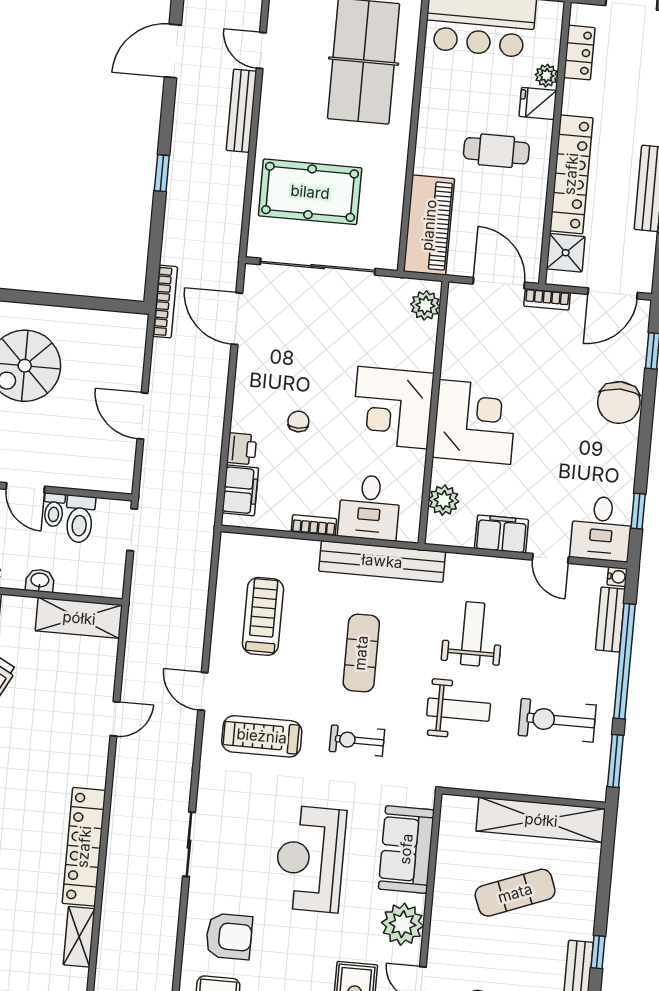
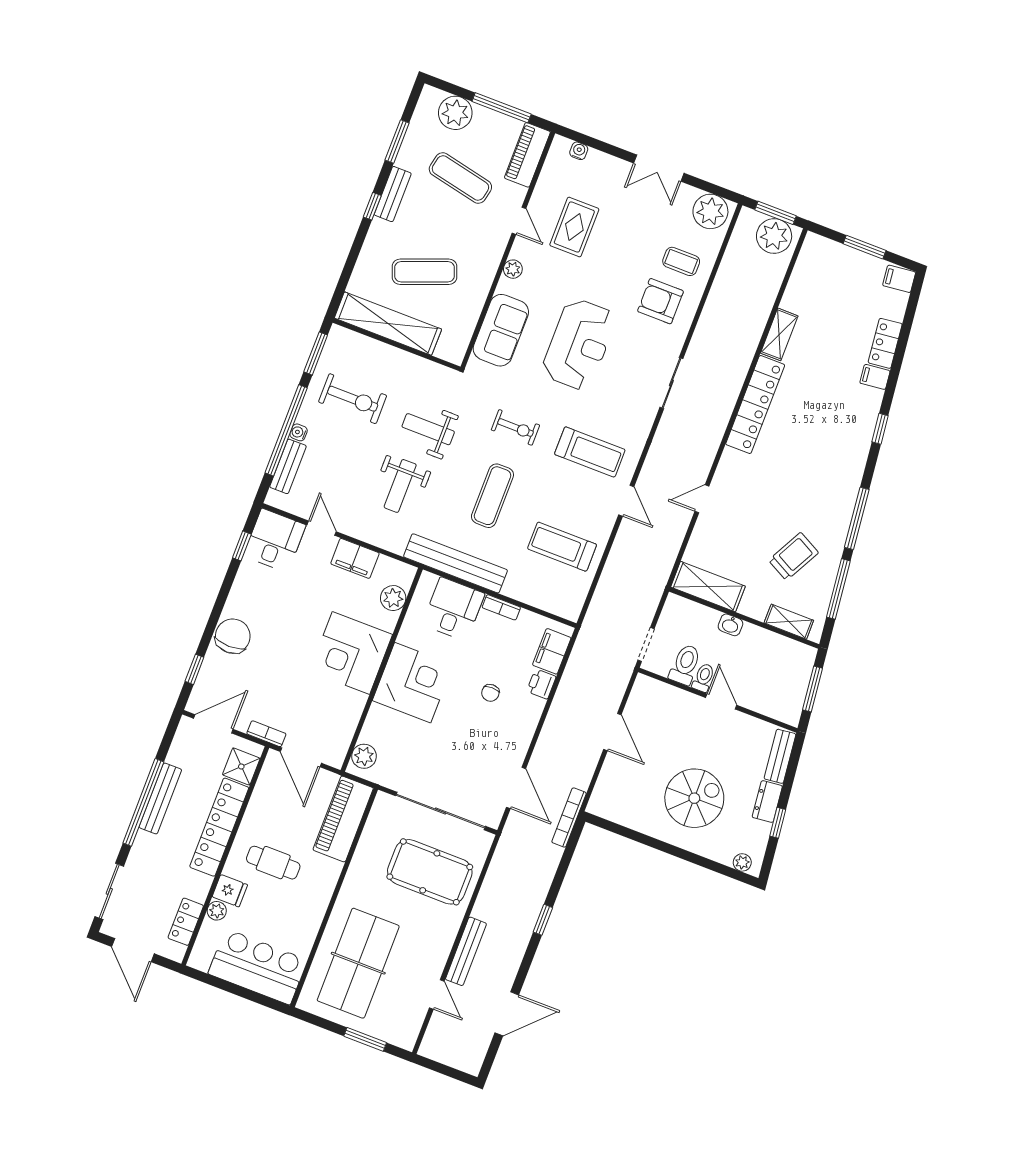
water cooler: (617, 577) -> (299, 432), moved
treadmill: (263, 616) -> (562, 547), turned 90
plant: (403, 924) -> (513, 269), width x0.53, depth x0.53

